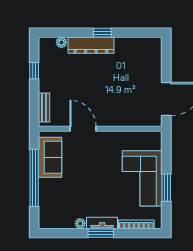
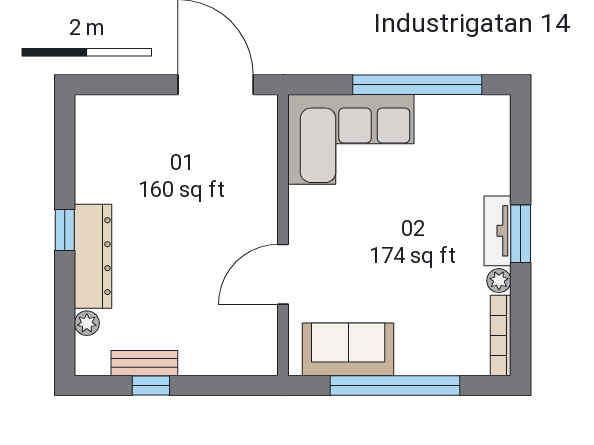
bench: (44, 107) -> (144, 363), moved
corner sofa: (142, 178) -> (351, 139), moved
window: (166, 188) -> (417, 85), width x2.11
bookcase: (136, 224) -> (501, 335), moved

